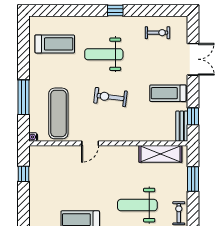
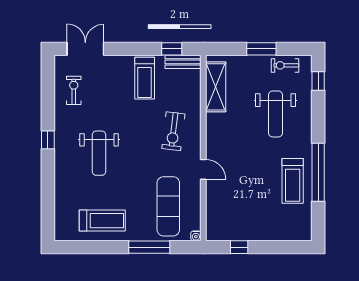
treadmill: (55, 44) -> (102, 221), moved, turned 90
double door: (193, 59) -> (85, 49), moved
exercise bike: (110, 97) -> (173, 131), moved
exercise mat: (58, 113) -> (168, 206), turned 90
window: (193, 179) -> (261, 49), moved

